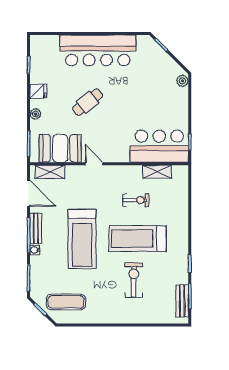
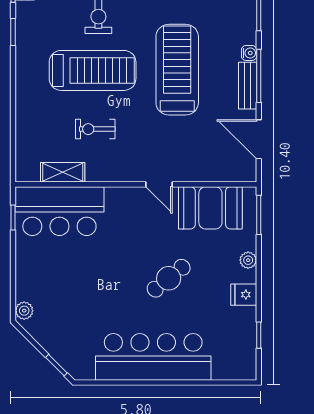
shelving: (50, 172) -> (226, 172), removed

